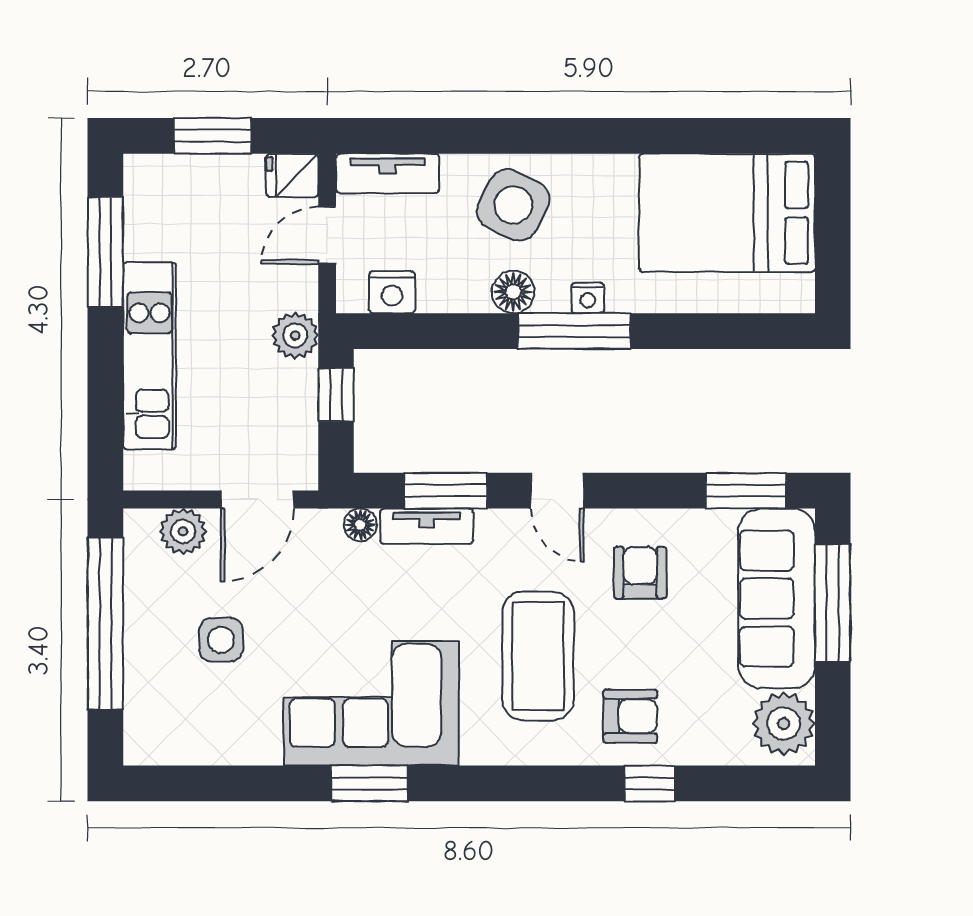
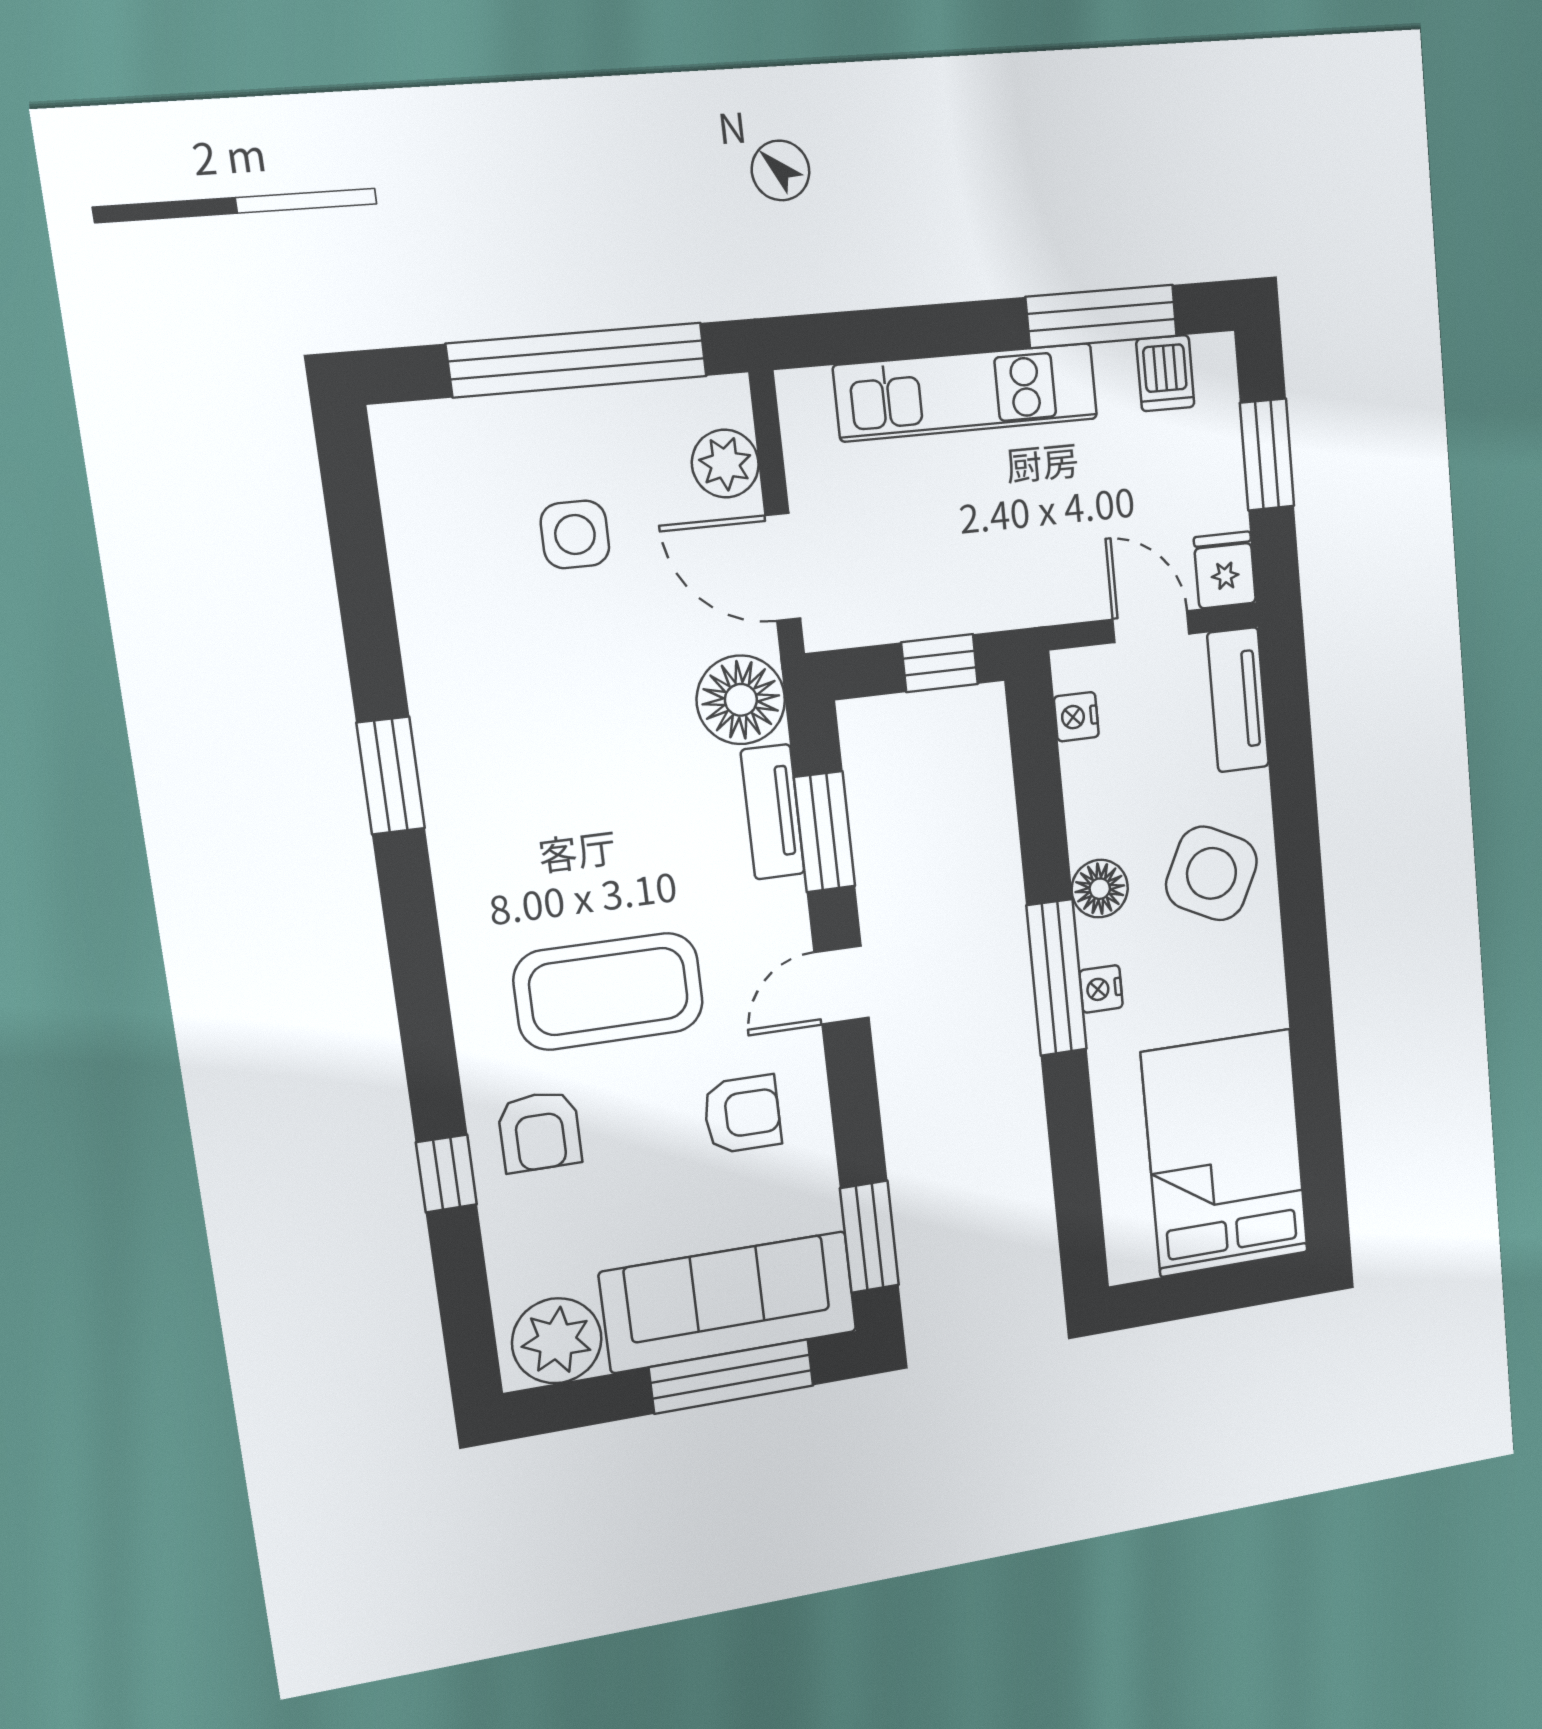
dishwasher: (149, 208) -> (1165, 373), added
nightstand: (392, 292) -> (1076, 717), width x0.72, depth x0.74
plant: (295, 335) -> (1014, 597), removed
floor lamp: (360, 525) -> (741, 700), width x1.89, depth x1.89
corner sofa: (371, 703) -> (510, 764), removed

